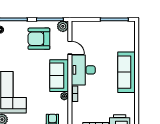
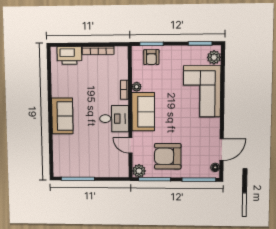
armchair: (39, 39) -> (168, 156), turned 180
desk: (83, 70) -> (114, 119), width x0.73
sofa: (126, 72) -> (62, 116), width x0.73

